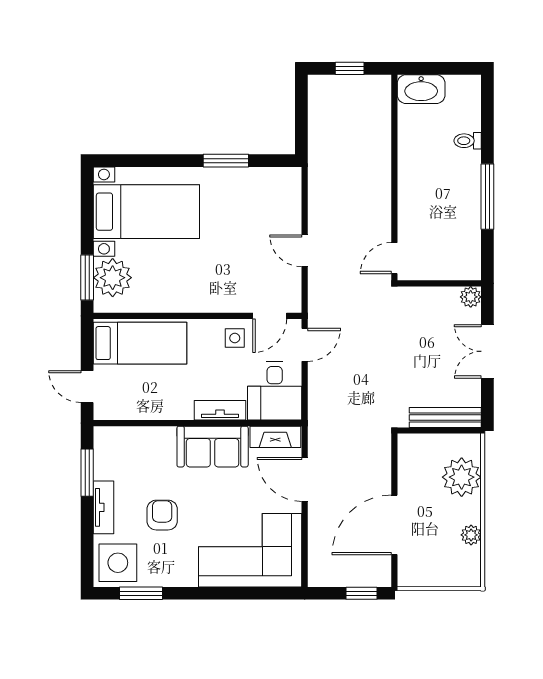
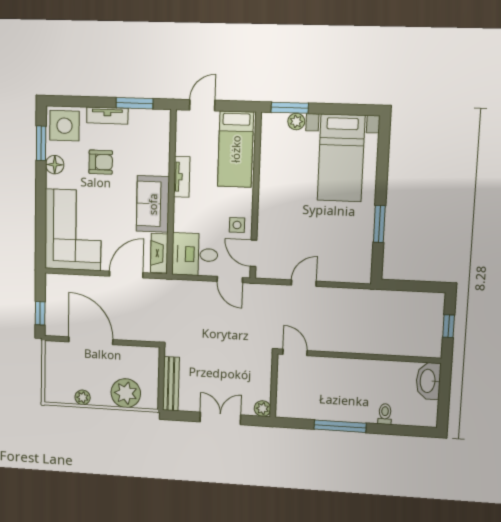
plant: (113, 278) -> (296, 122), width x0.53, depth x0.53
tv unit: (220, 410) -> (182, 177), moved
floor lamp: (168, 575) -> (55, 165), added

